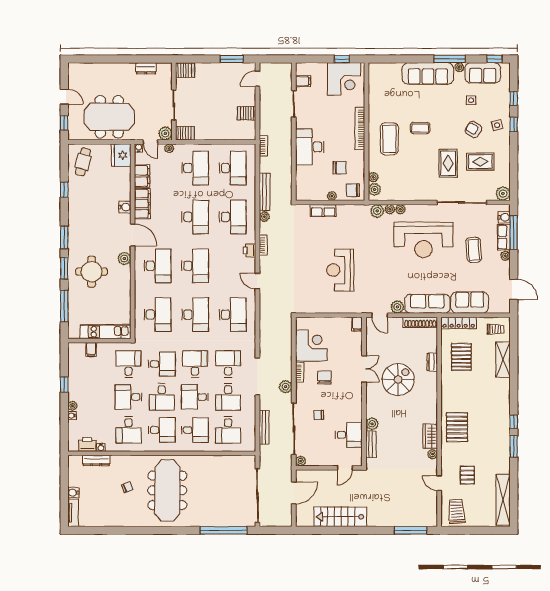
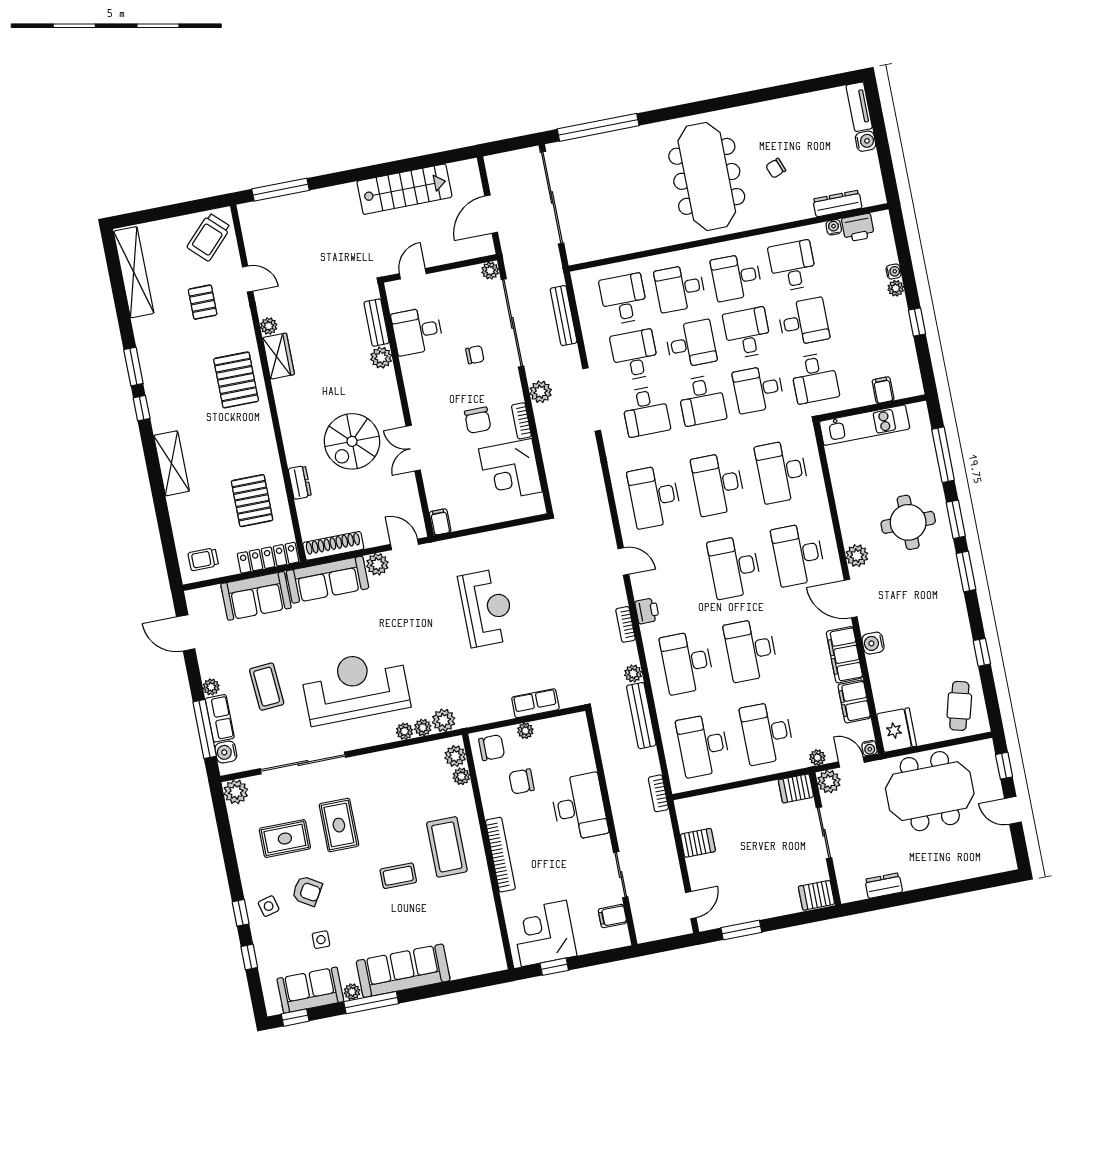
shelving: (503, 360) -> (171, 463), moved
trolley: (457, 511) -> (209, 237), turned 48

